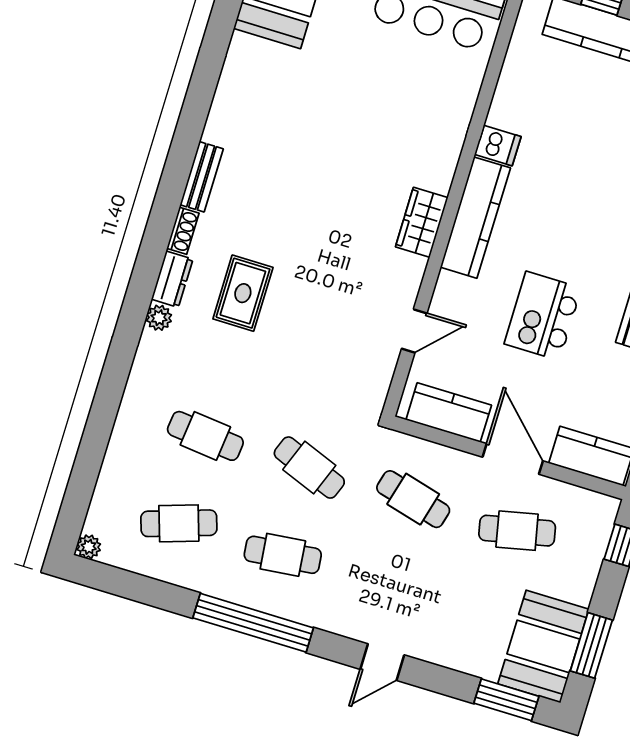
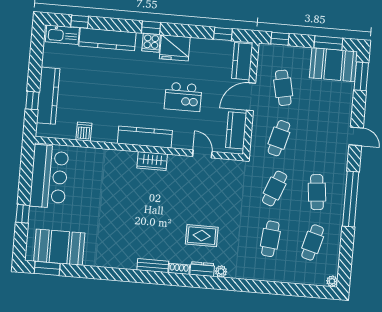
dishwasher: (498, 145) -> (84, 132), moved
cafe table: (179, 523) -> (313, 242), turned 33

